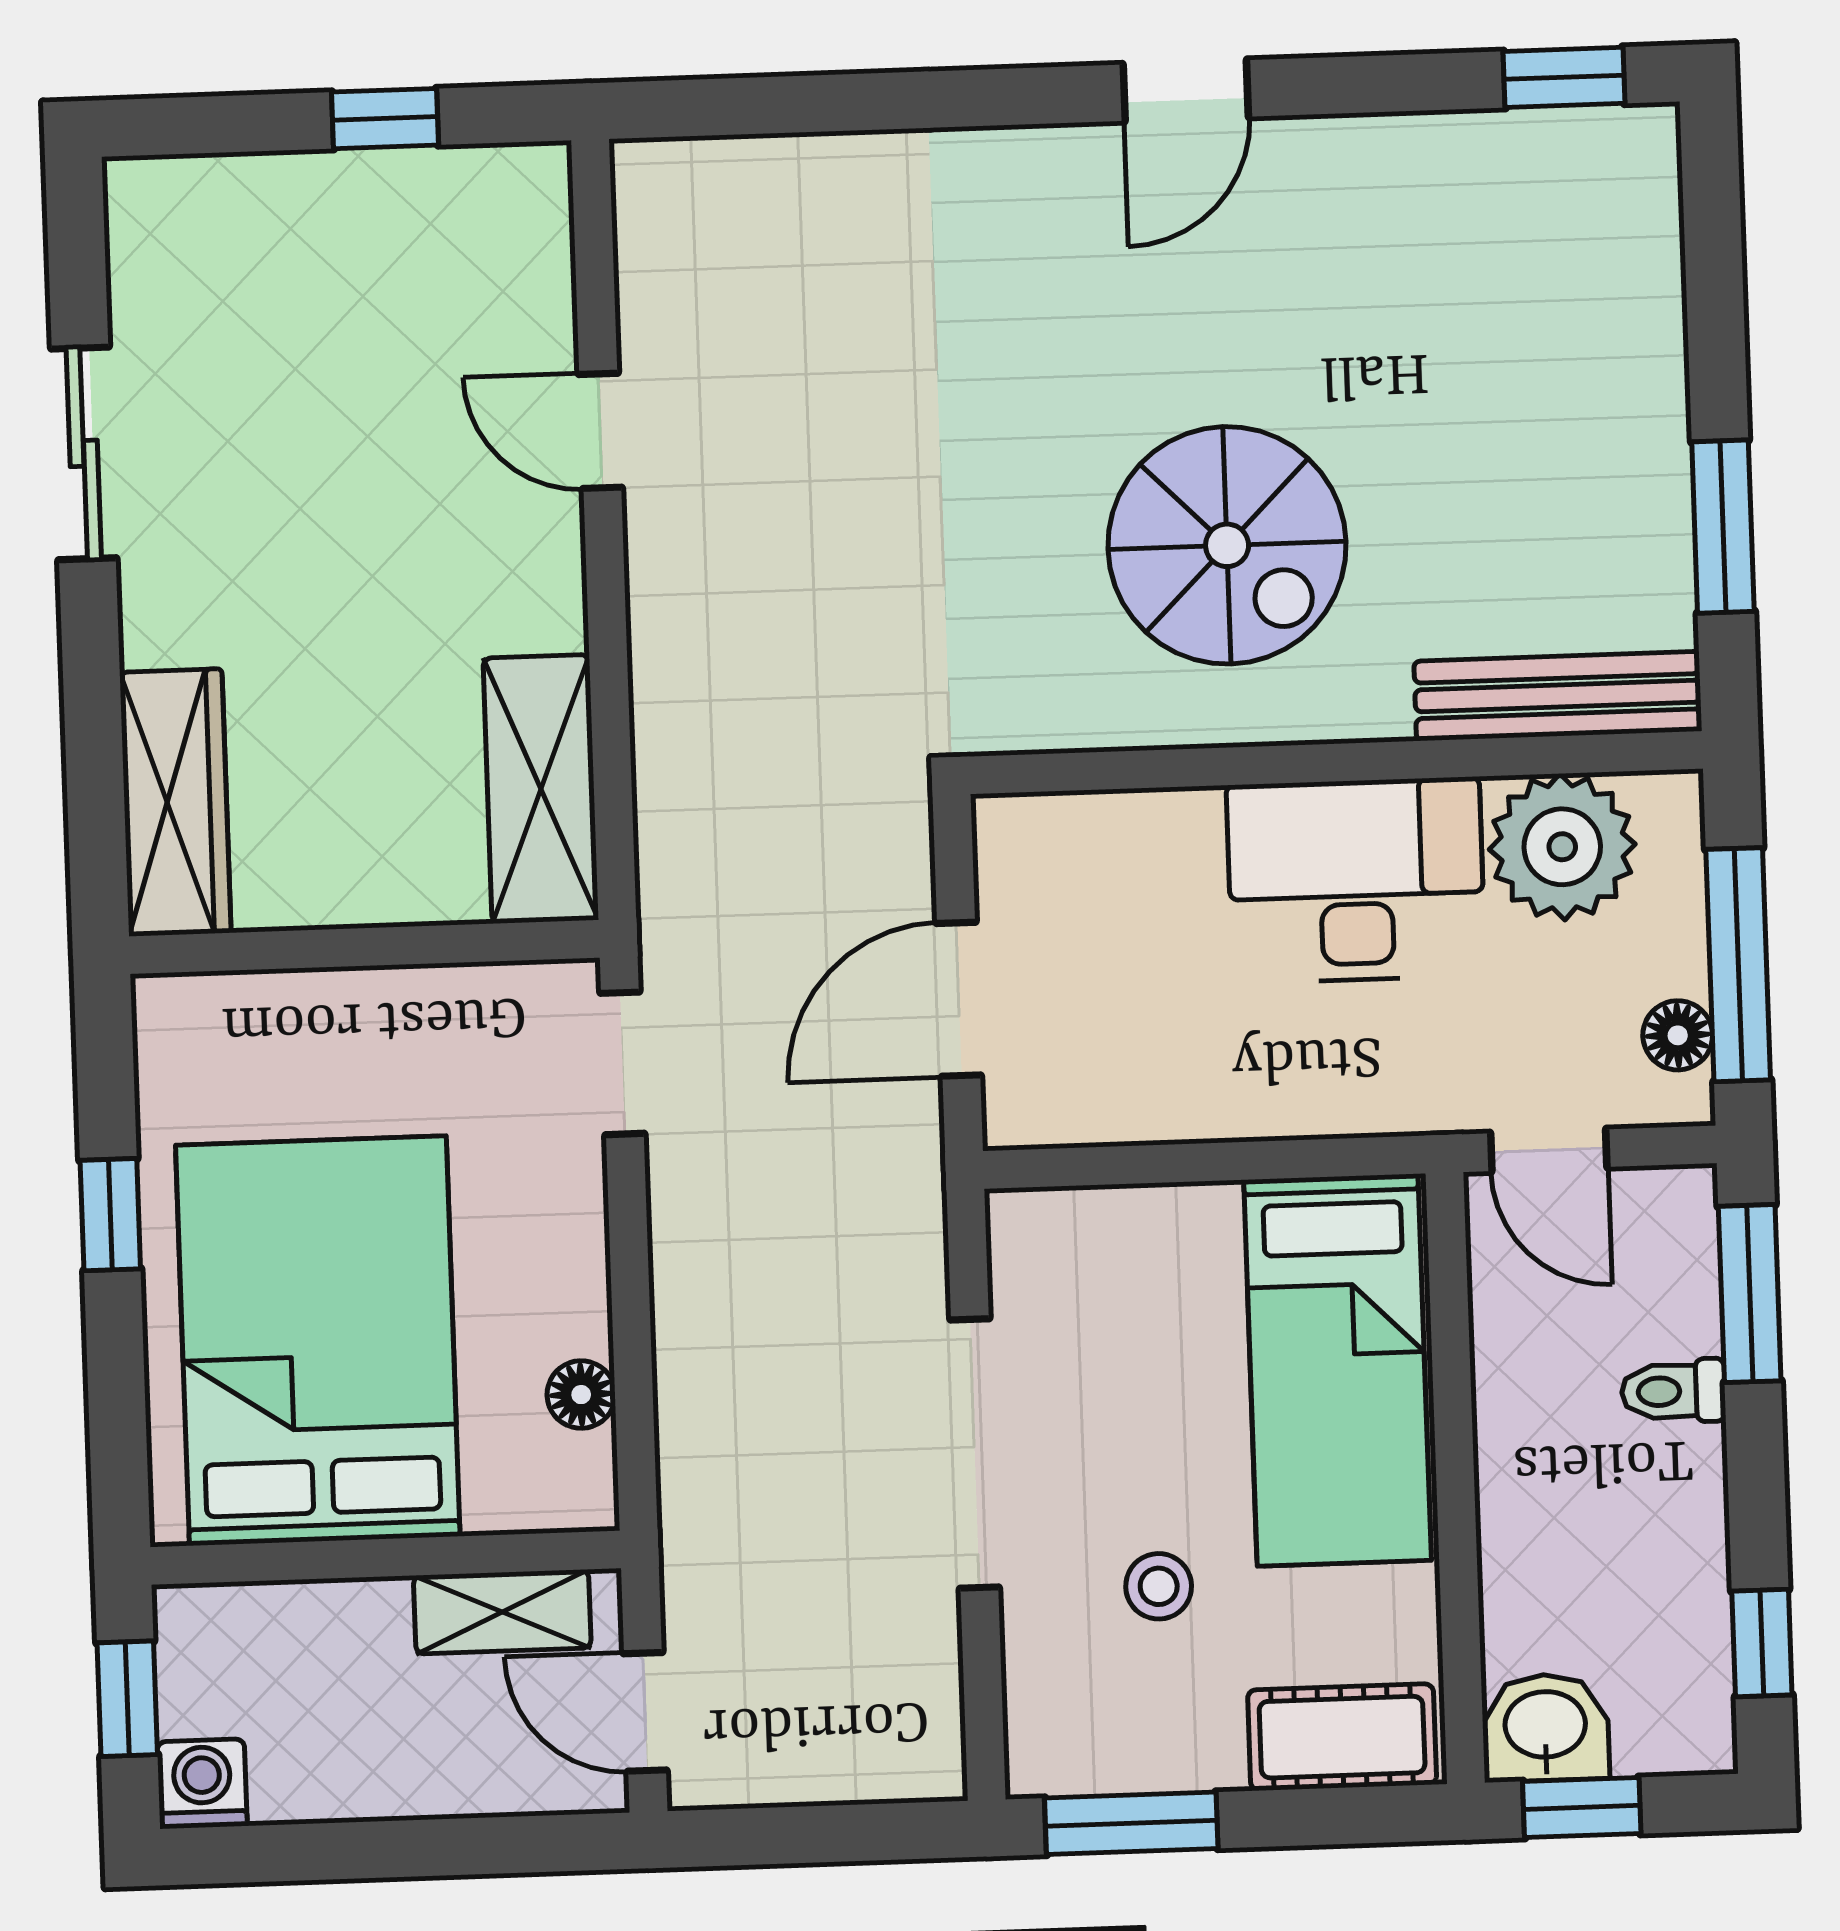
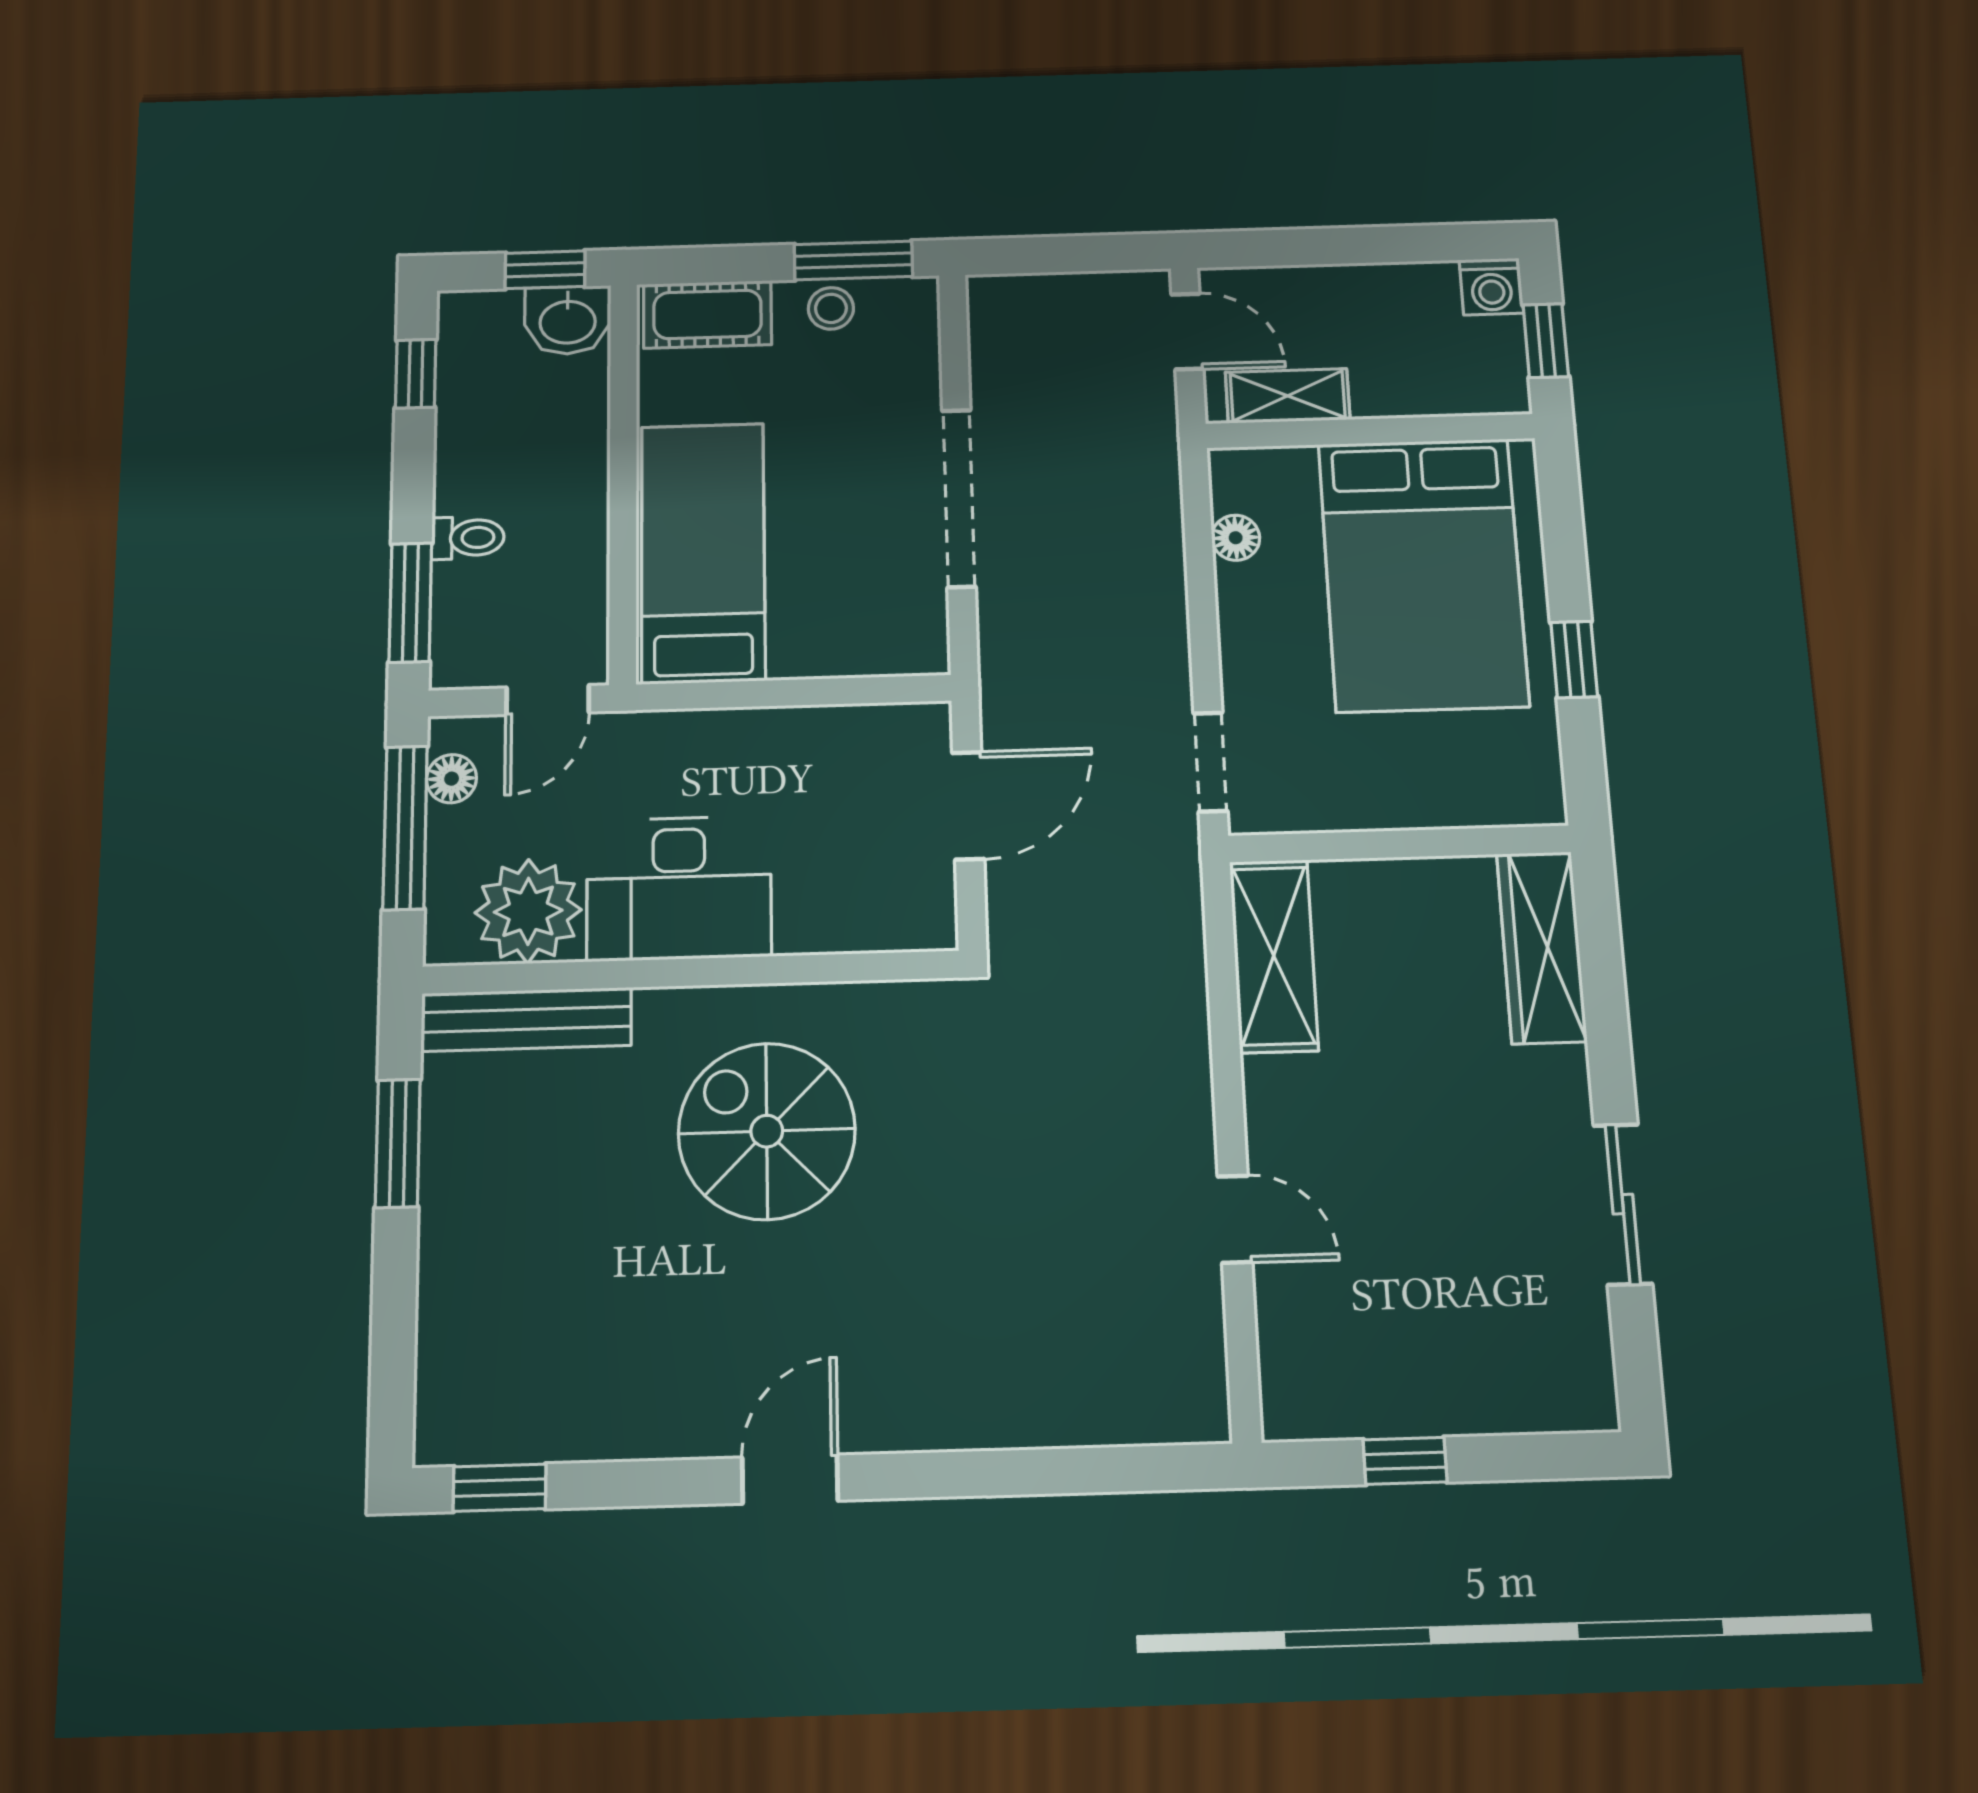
door: (1549, 1150) -> (548, 700), swing flipped
stool: (1159, 1586) -> (831, 308), moved

